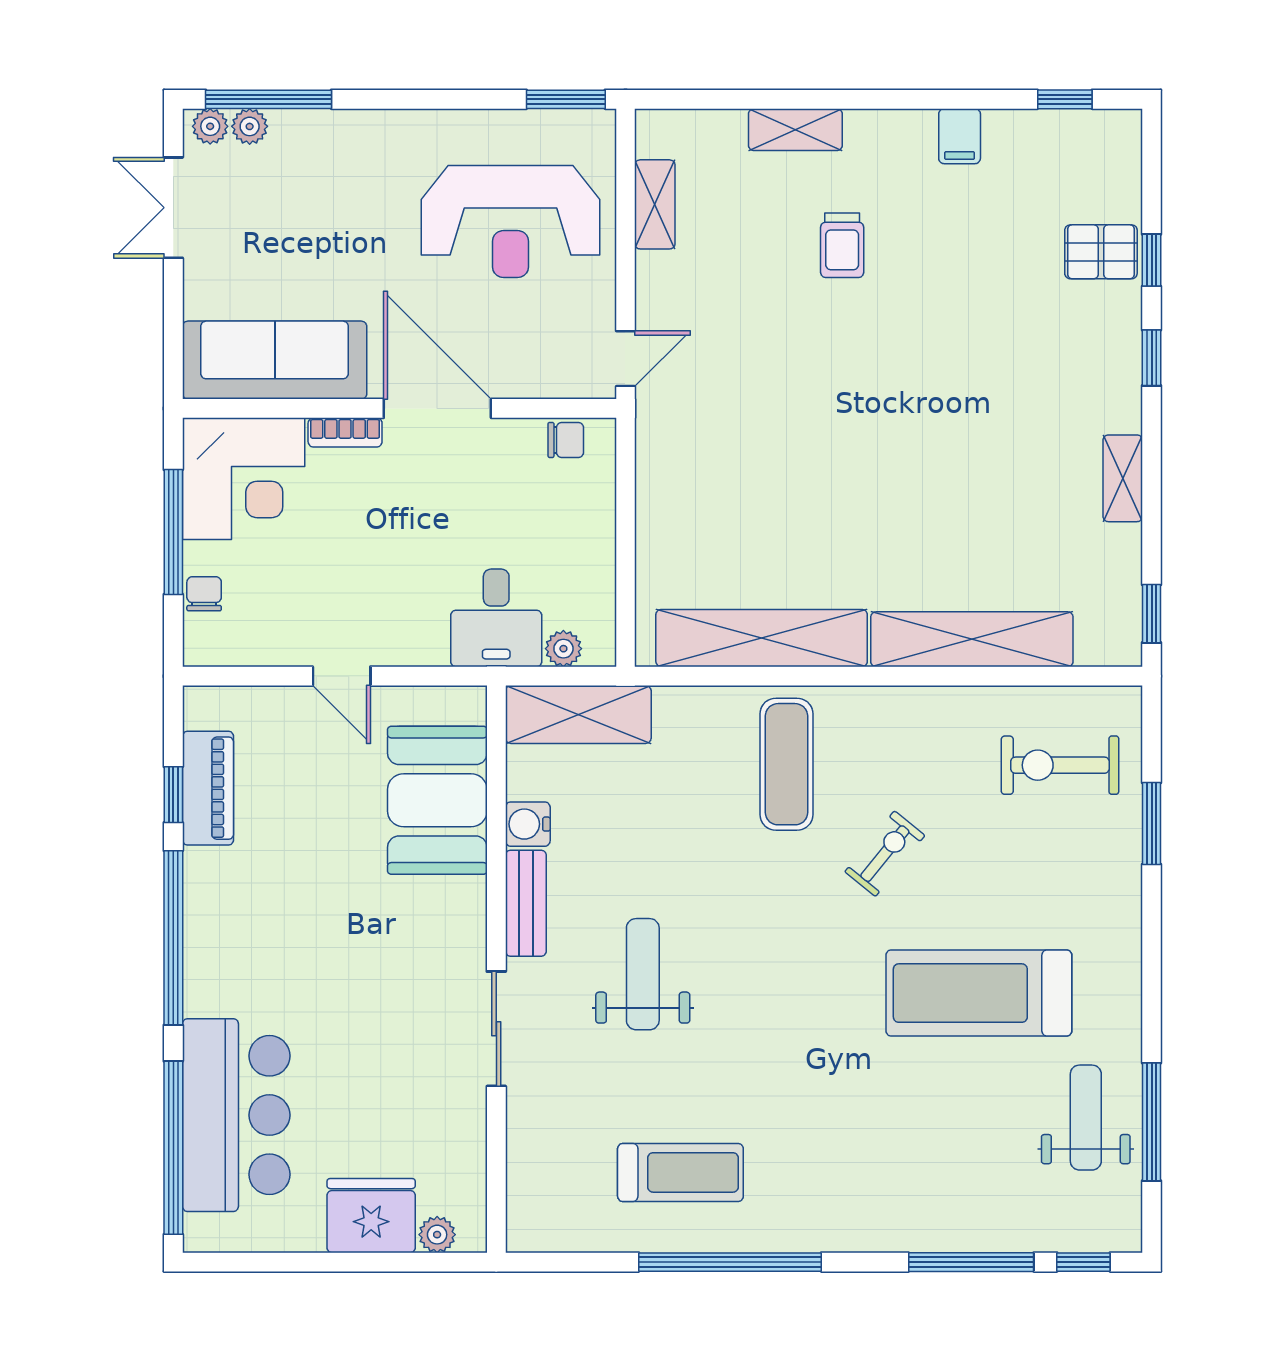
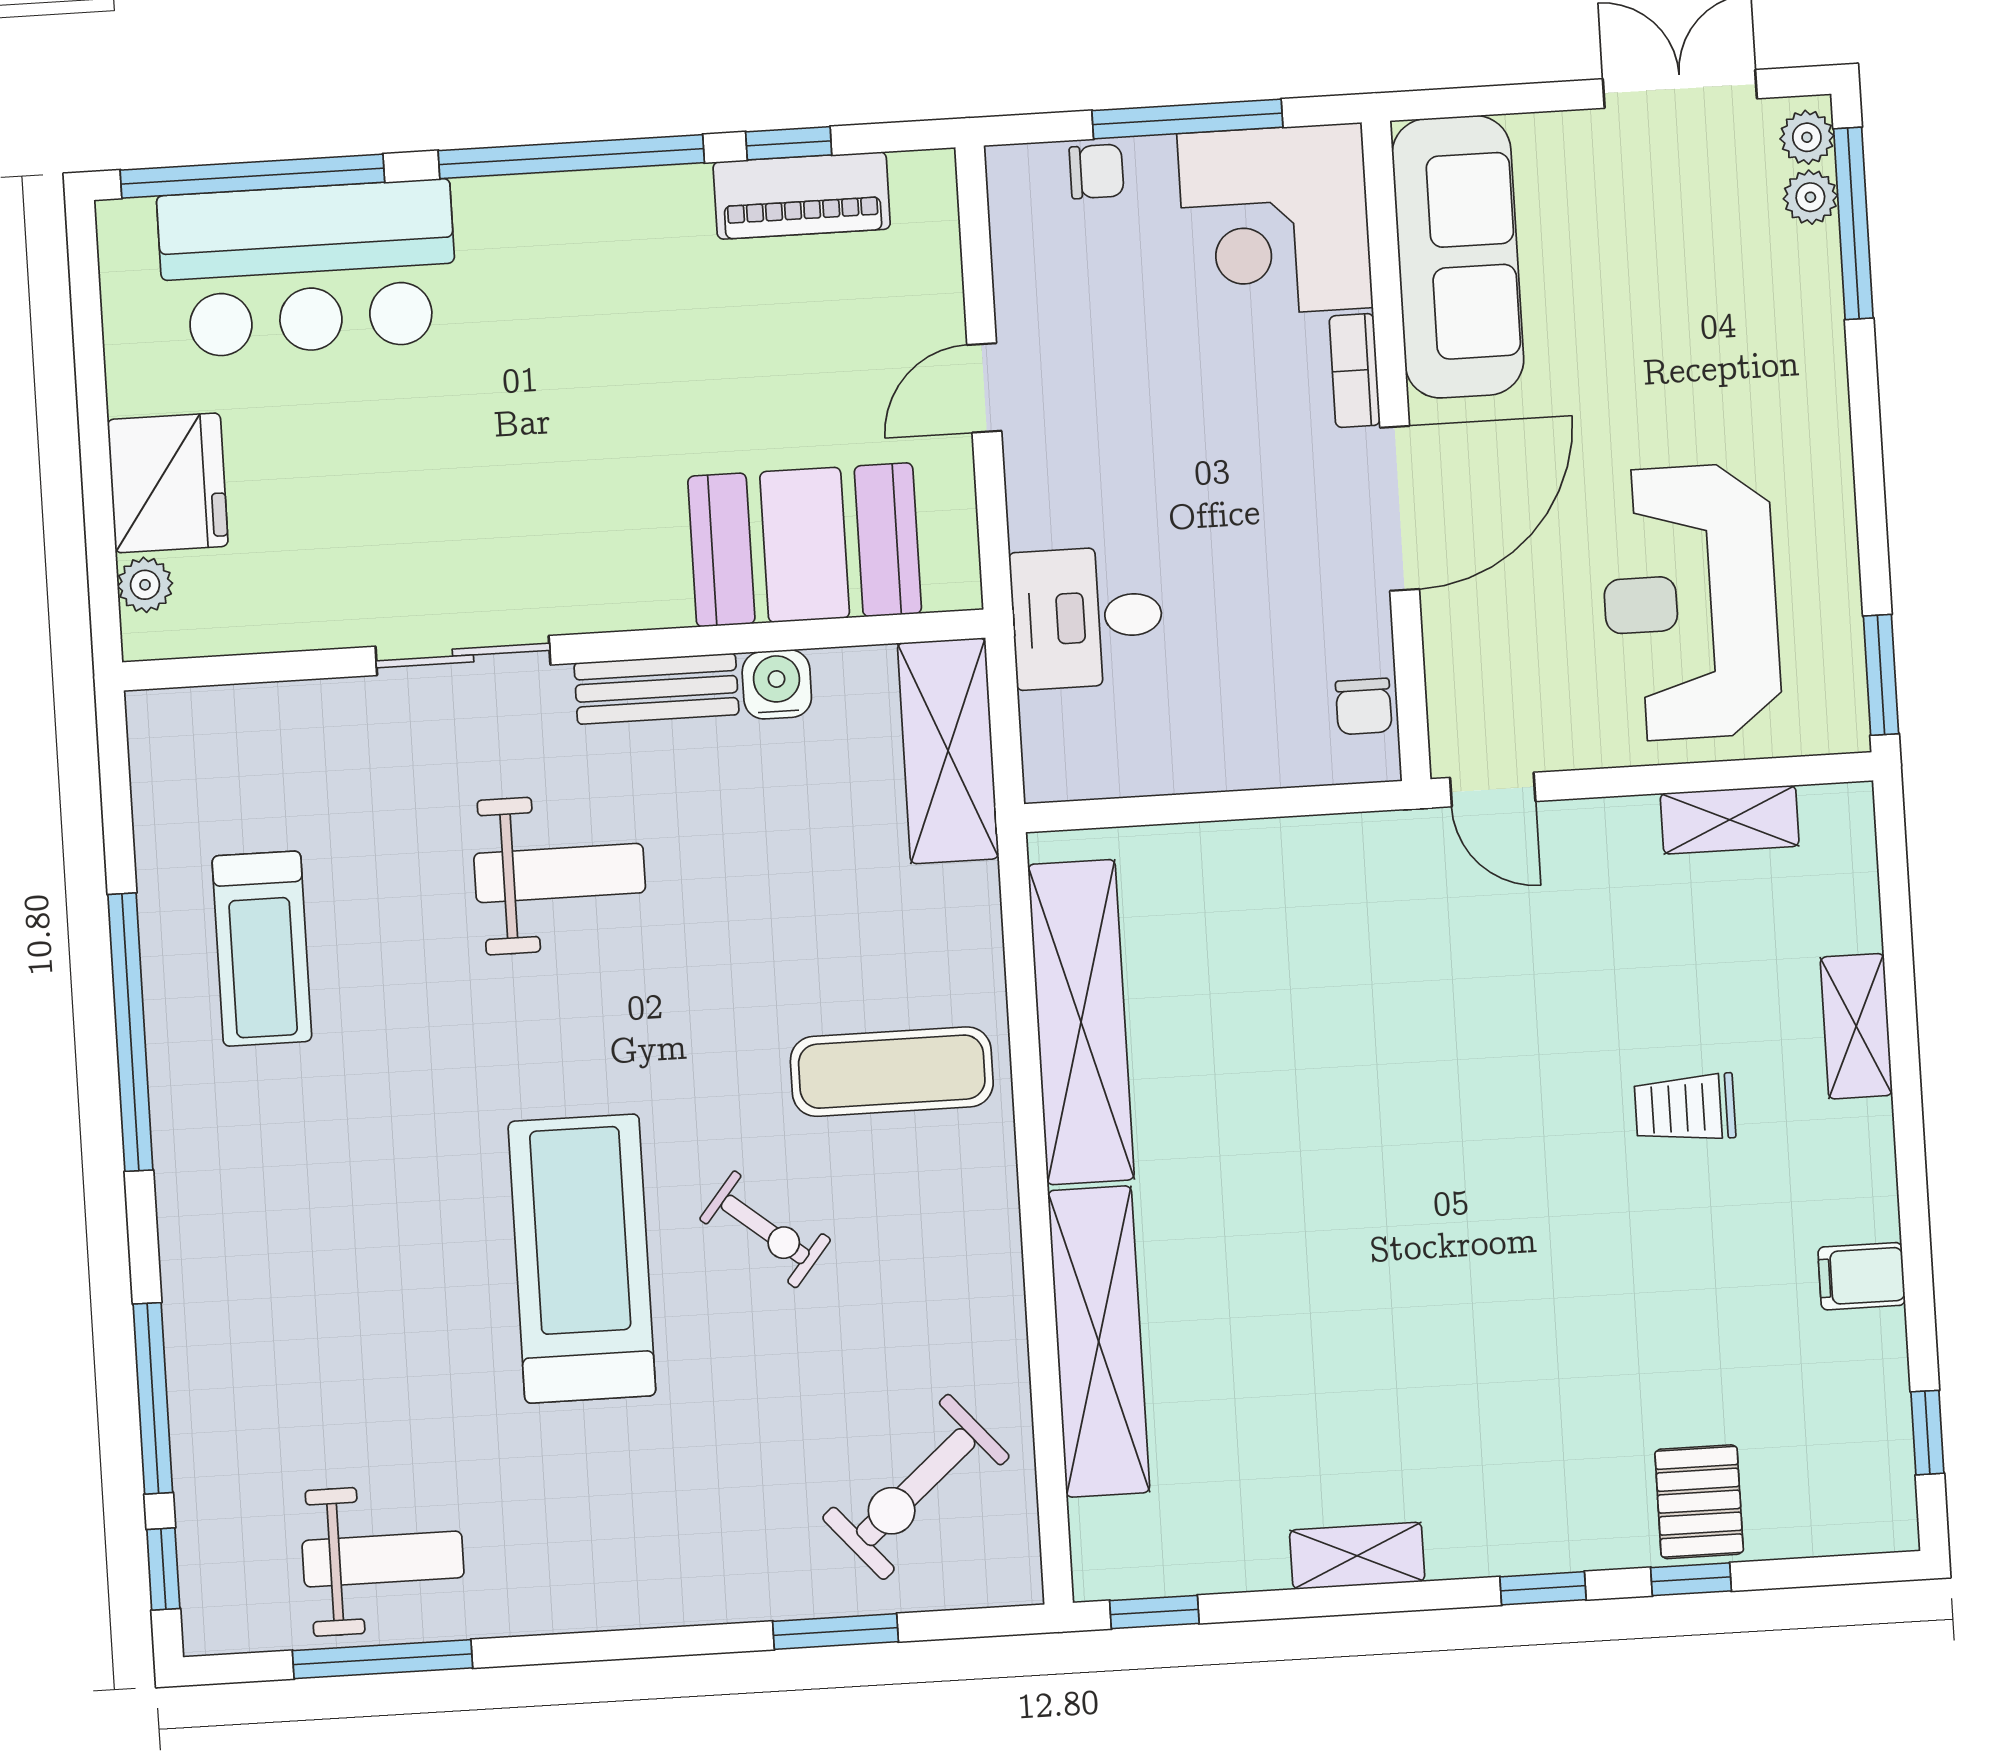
plant: (563, 649) -> (1047, 722), removed
exercise bike: (1060, 765) -> (916, 1487), turned -131
treadmill: (979, 993) -> (582, 1259), moved

